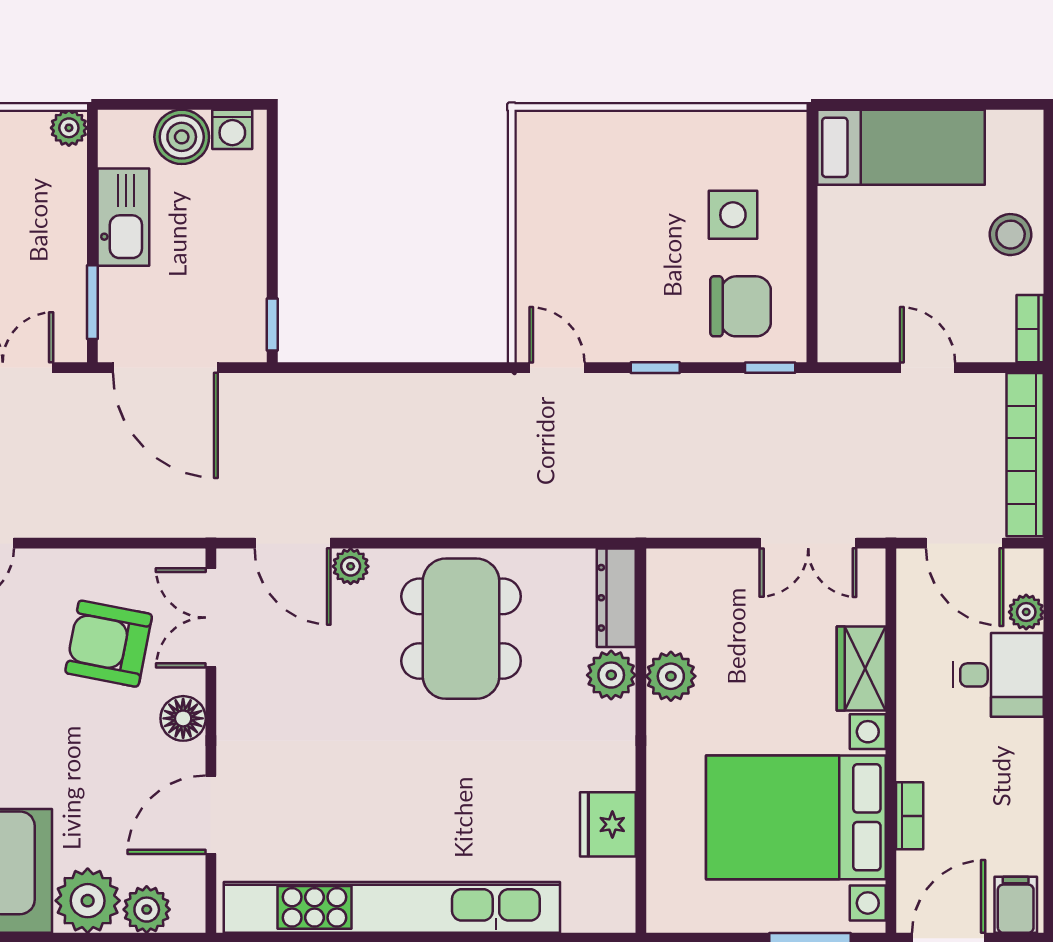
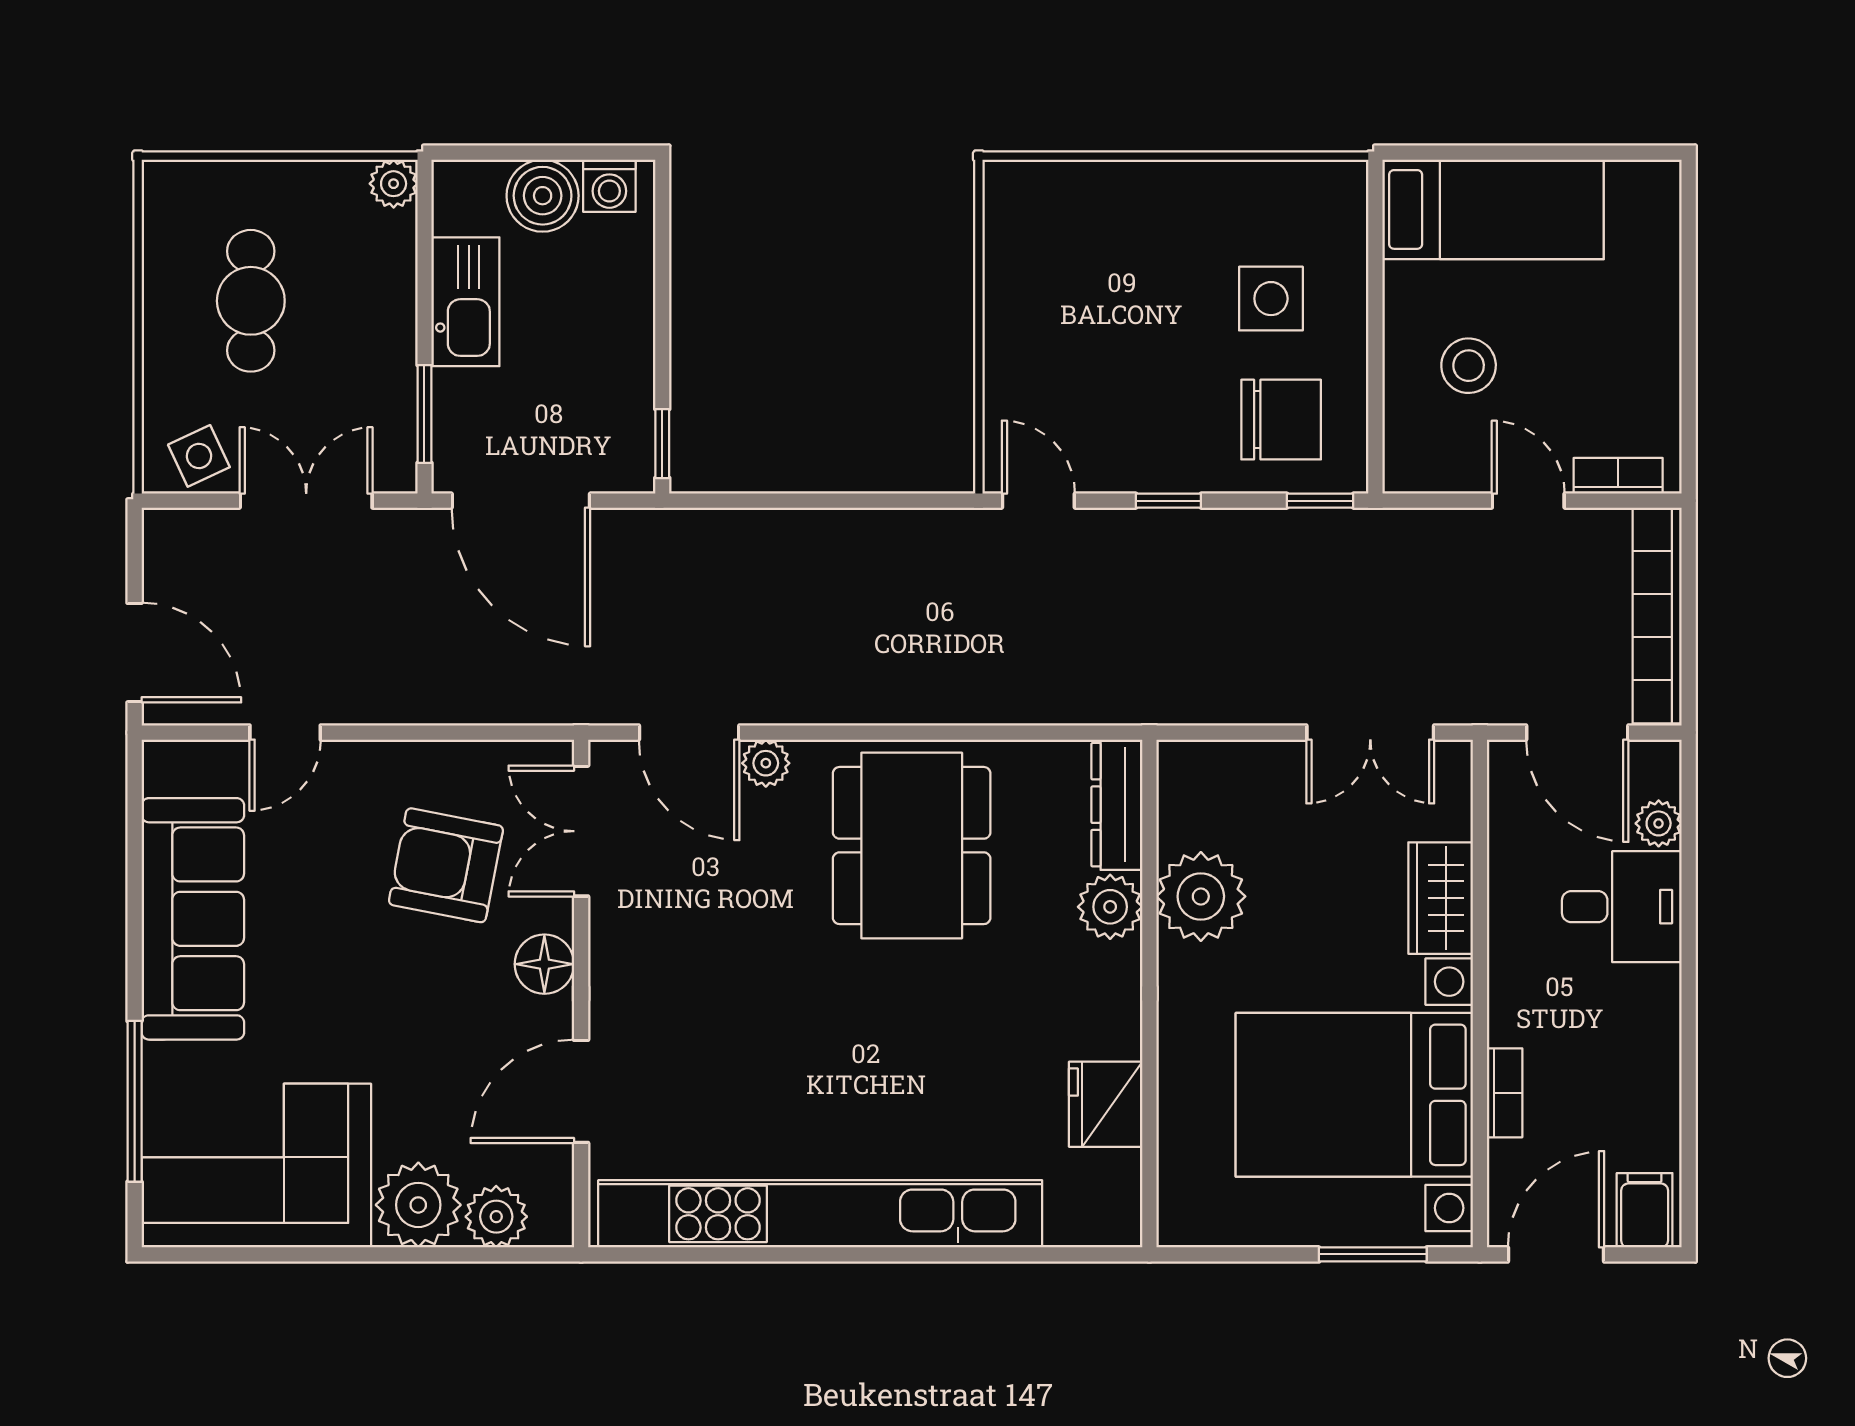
stool: (1011, 235) -> (1469, 366), moved
bookcase: (1030, 329) -> (1618, 476), moved, turned 90
plant: (671, 676) -> (1201, 896), width x1.36, depth x1.36

